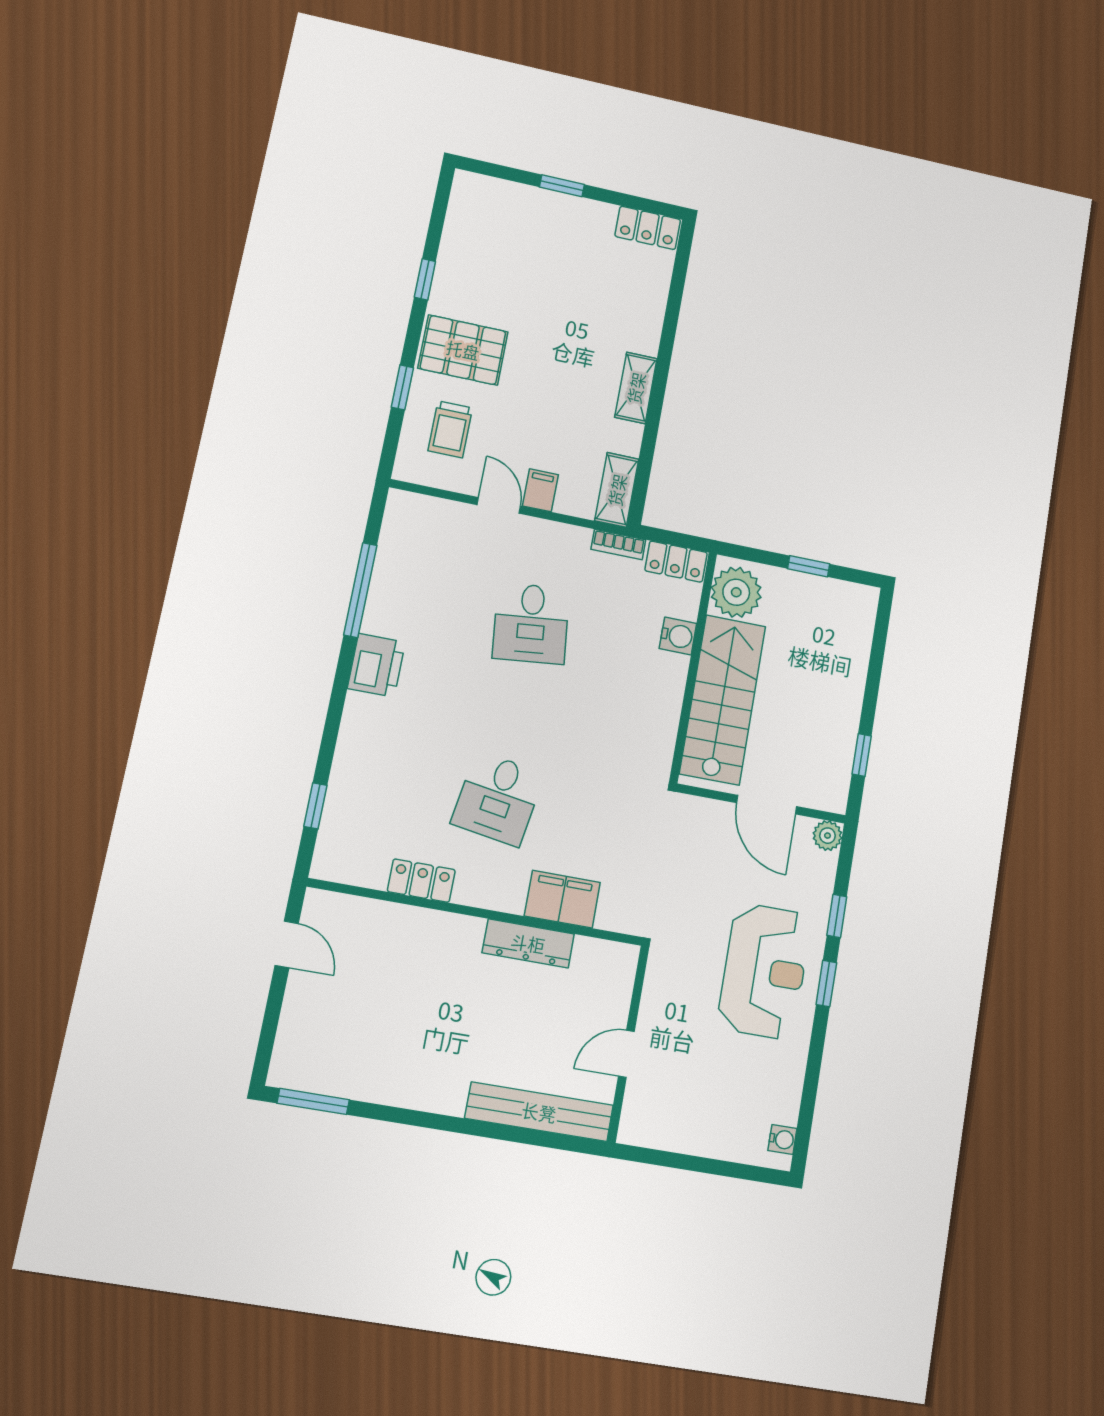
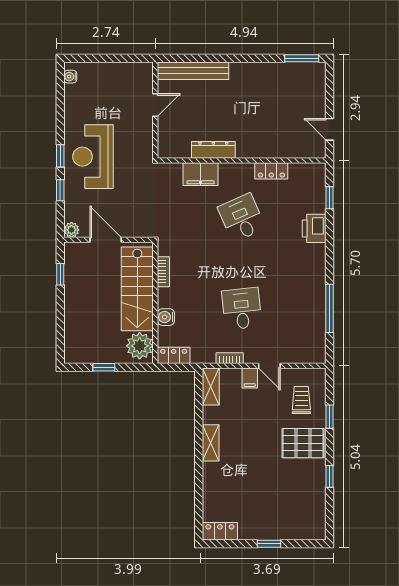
bookcase: (618, 544) -> (230, 358), moved
printer: (376, 665) -> (314, 228), moved
bookcase: (668, 723) -> (163, 272), added
desk: (498, 799) -> (242, 218), turned -33

